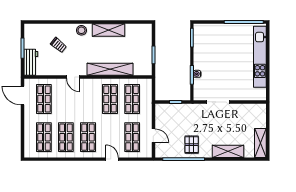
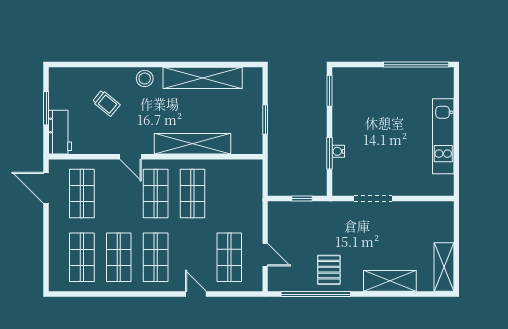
shelving: (109, 30) -> (203, 78), width x1.47
kitchen unit: (260, 57) -> (443, 136), width x0.73
shop shelf: (132, 99) -> (156, 193), moved

